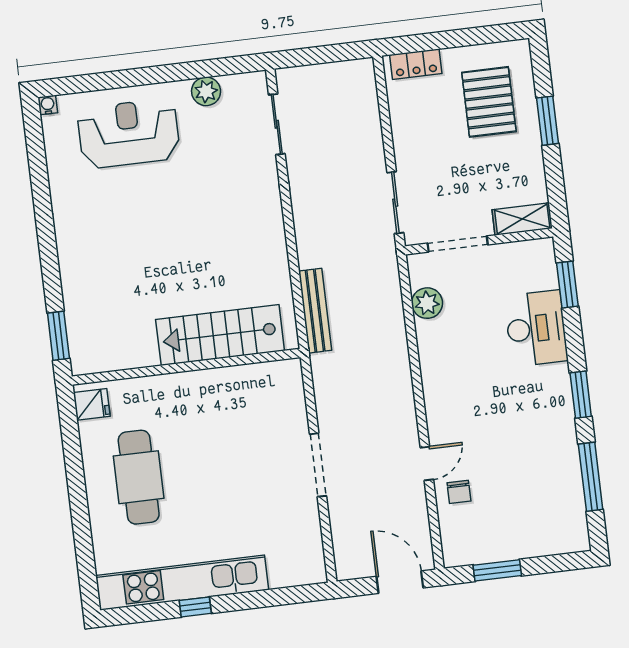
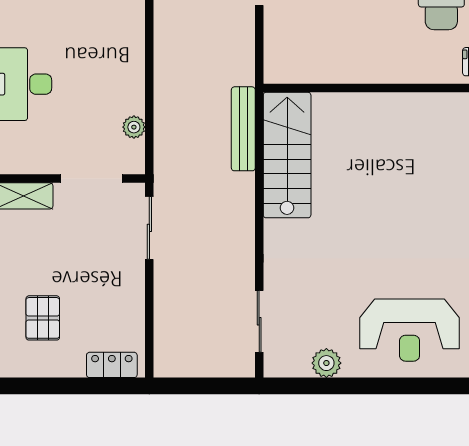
pallet: (489, 102) -> (43, 318), width x0.67, depth x0.71
plant: (427, 303) -> (134, 127), width x0.73, depth x0.73
stairs: (220, 335) -> (287, 155), moved, turned -90

